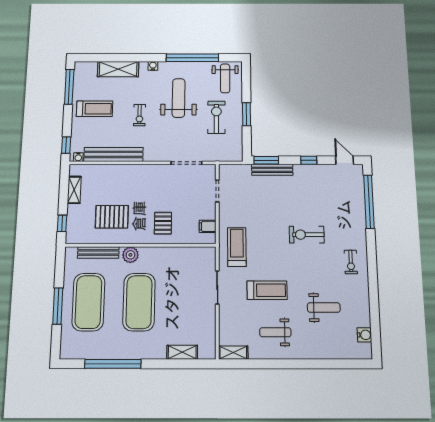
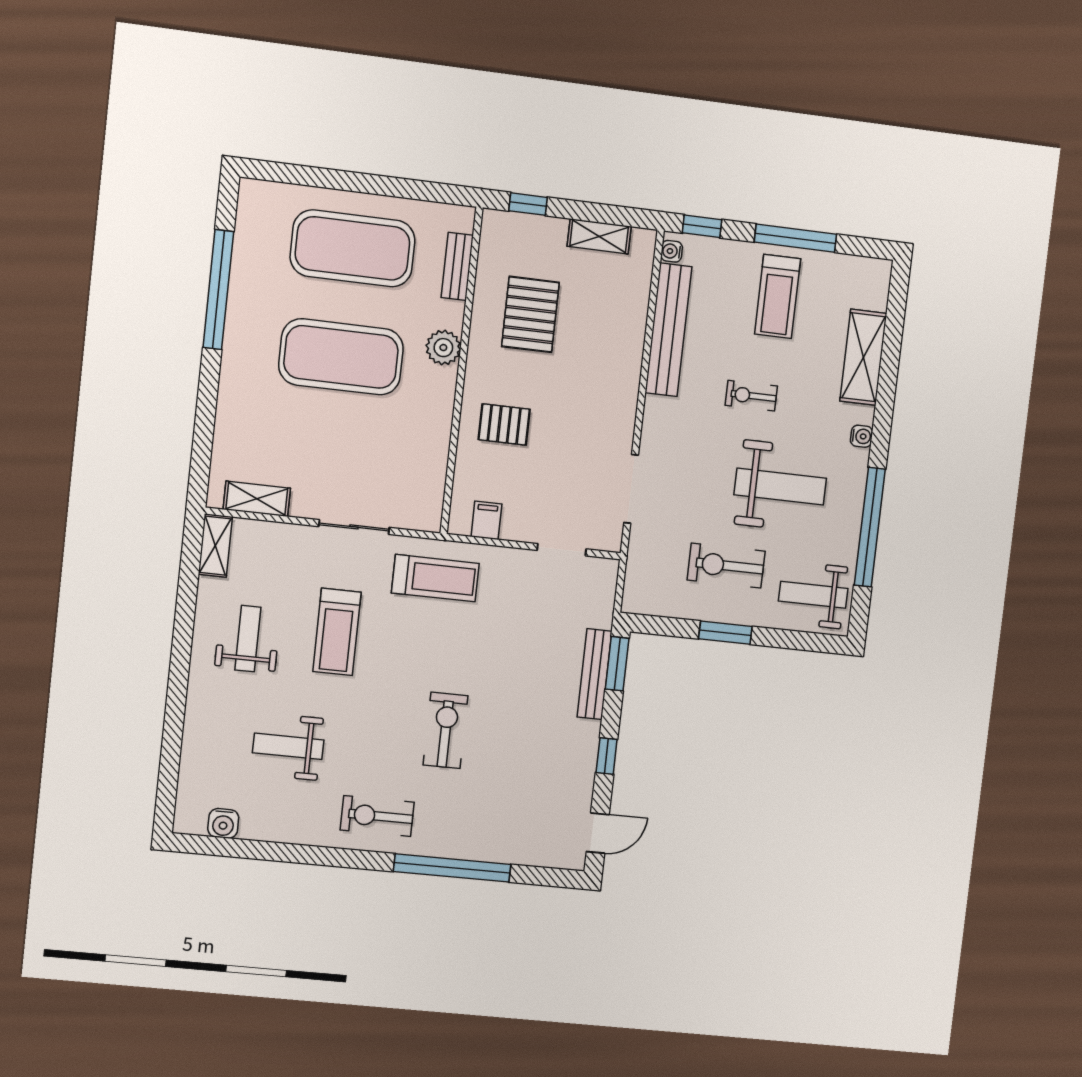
window: (69, 87) -> (796, 238), moved
exercise bike: (216, 117) -> (726, 566), turned 180
window: (369, 202) -> (452, 868), moved
bench: (98, 253) -> (457, 266), width x0.73
exercise bike: (351, 262) -> (377, 816), width x1.38, depth x1.39
window: (58, 306) -> (351, 181), removed
weight bench: (324, 308) -> (288, 746), turned 90
shelving: (182, 352) -> (257, 499), moved, turned 90

